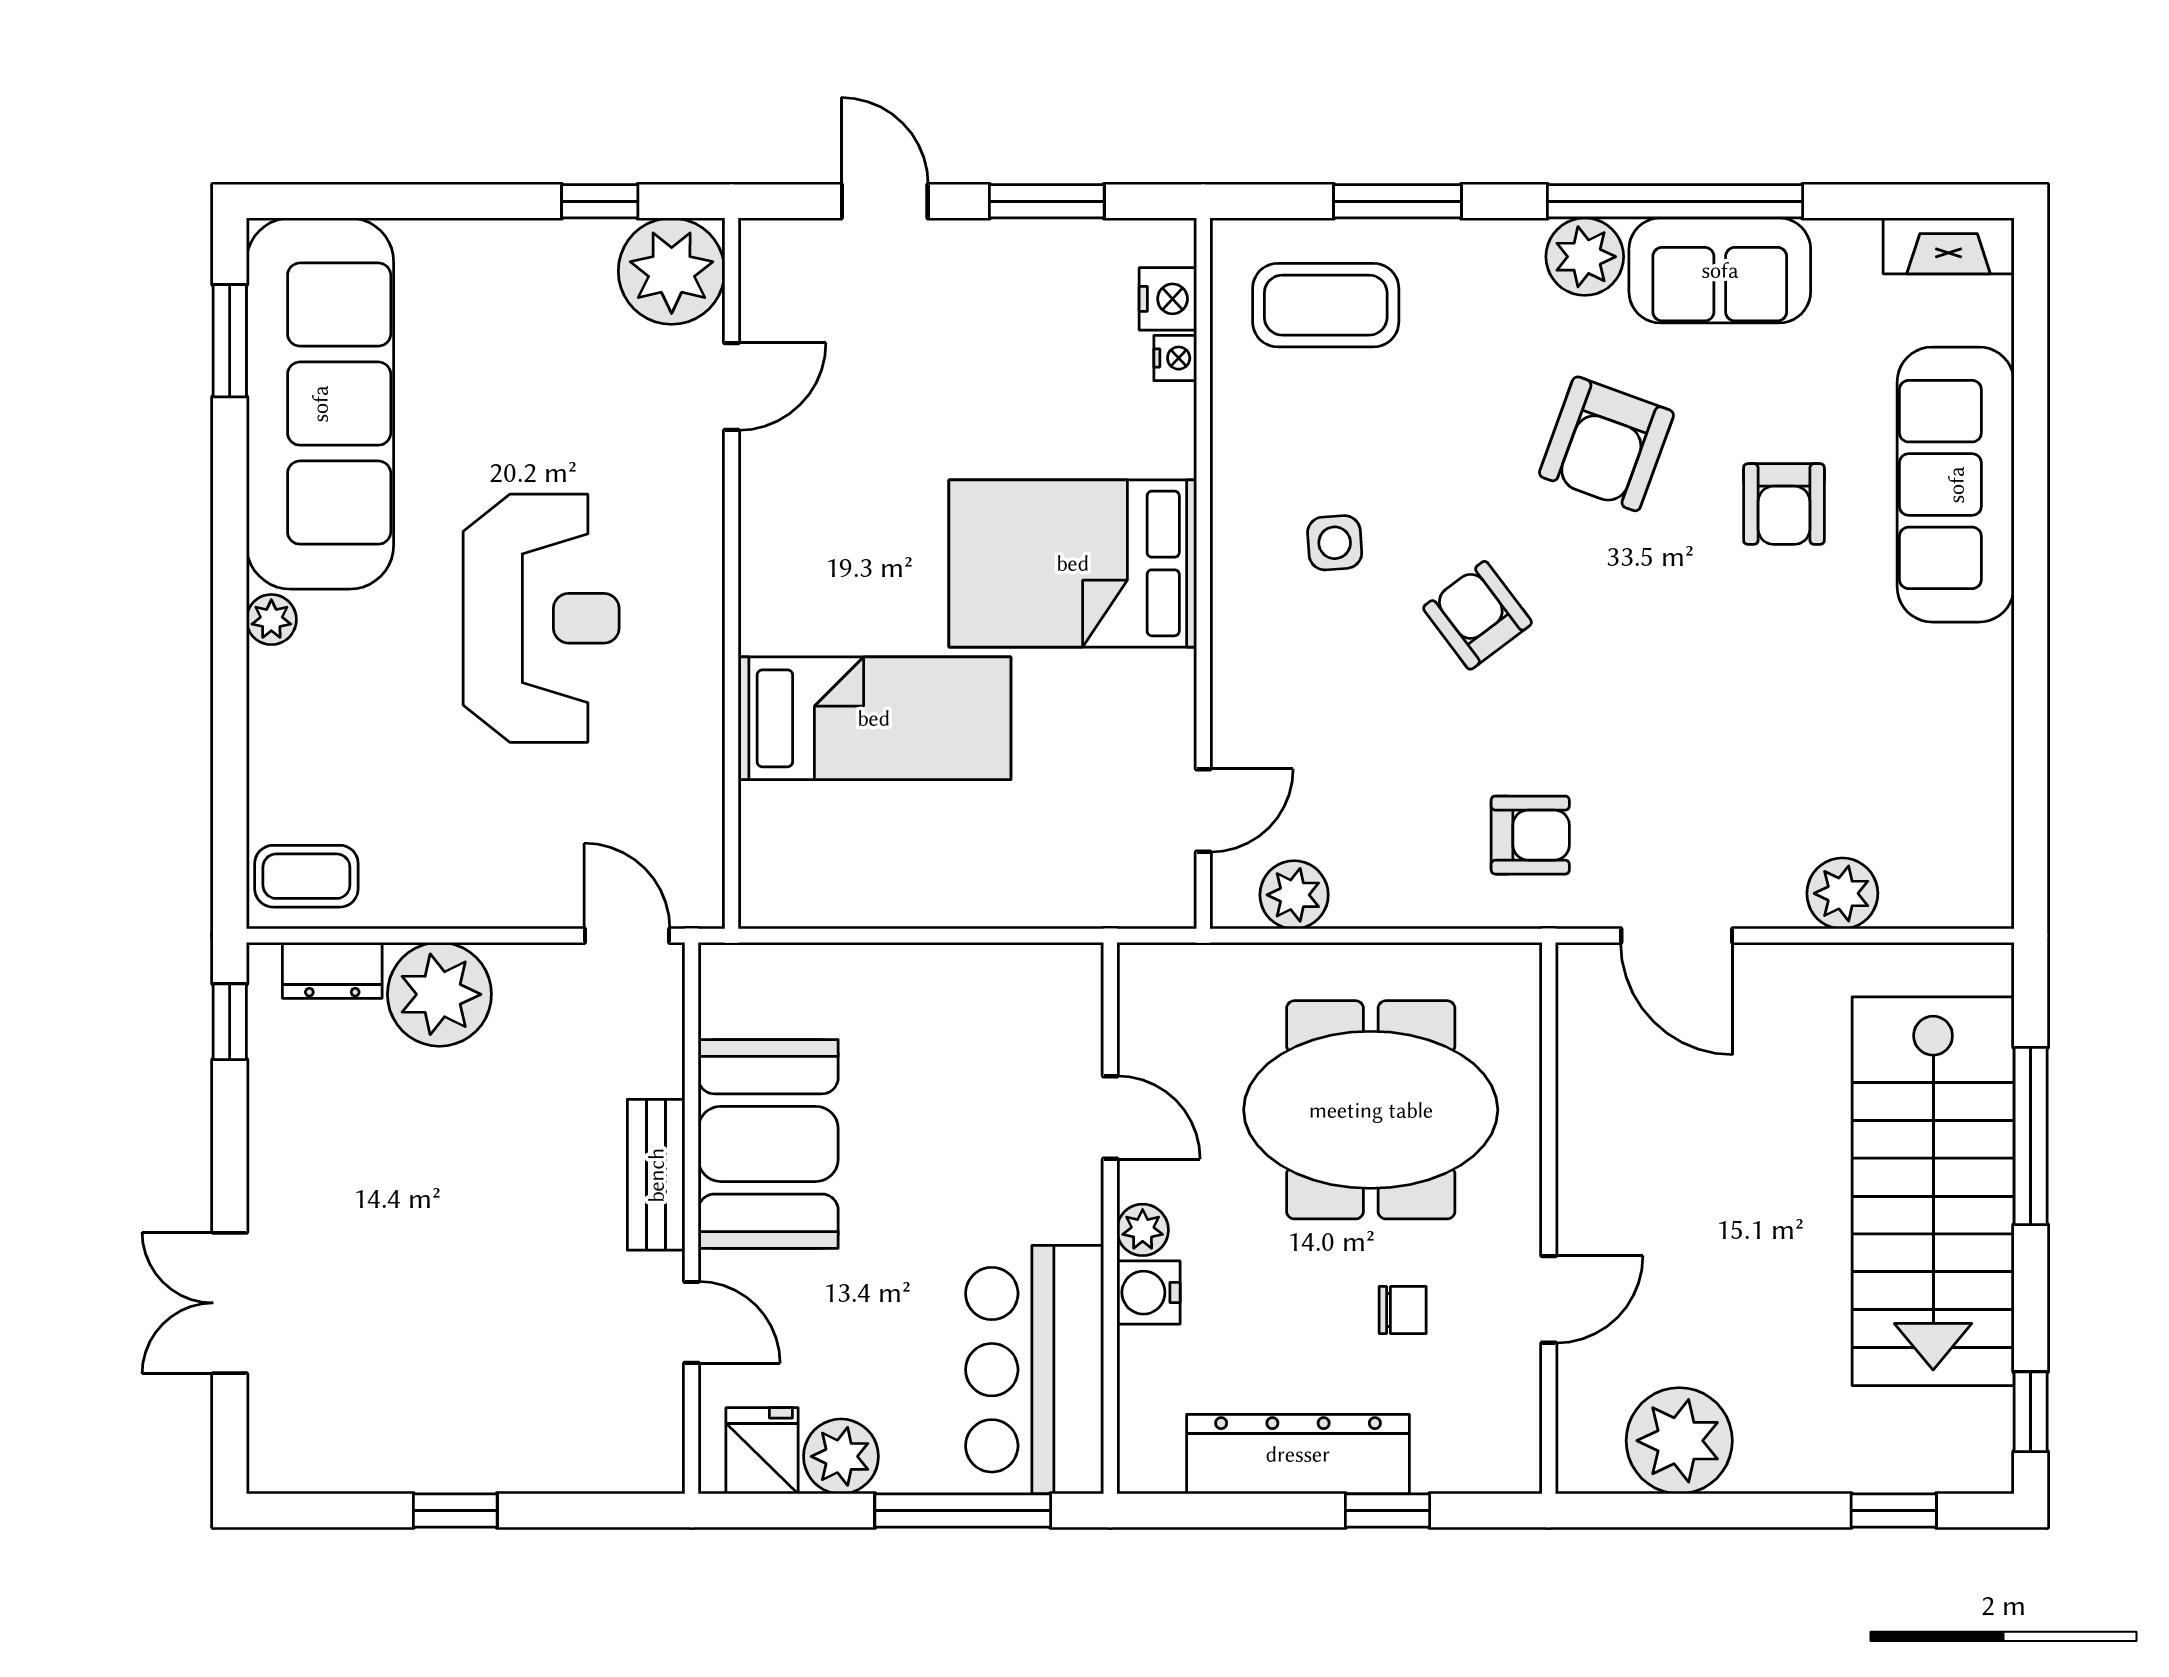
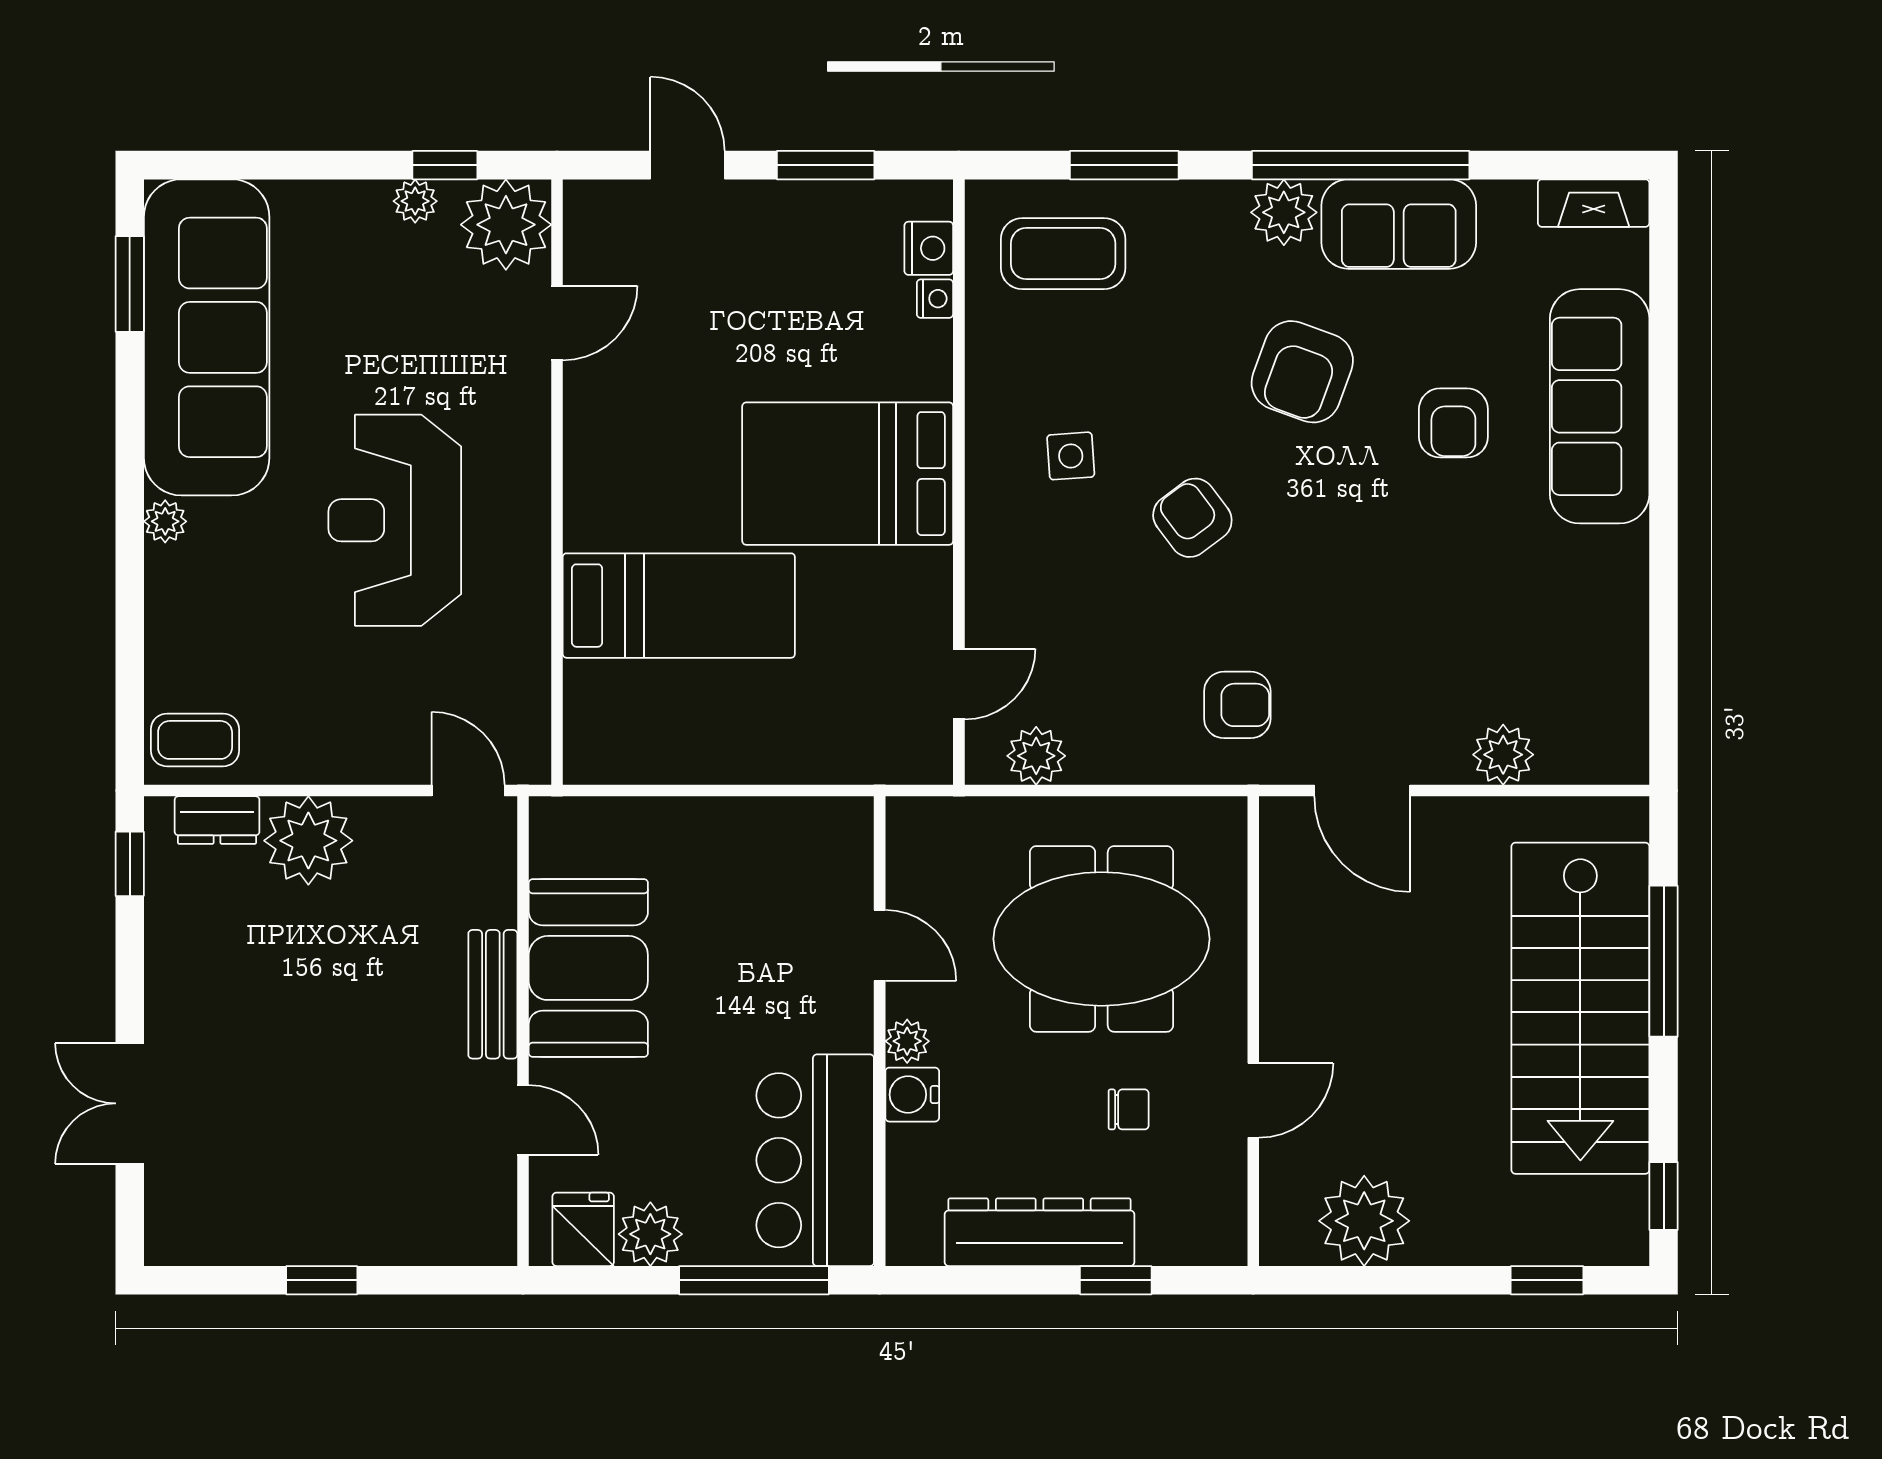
plant: (565, 243) -> (415, 201), added
reception desk: (541, 618) -> (395, 520), turned 180

